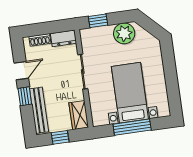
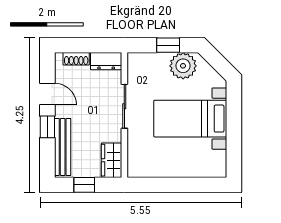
window: (98, 21) -> (168, 45), moved
door: (21, 71) -> (47, 94), hinge flipped
bed with nightstands: (130, 93) -> (190, 119), moved, turned -90
window: (132, 127) -> (176, 185), removed

